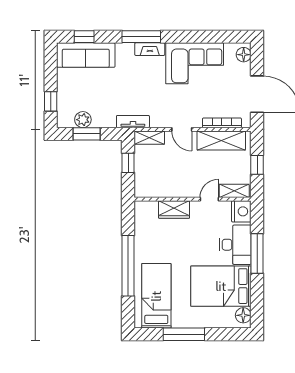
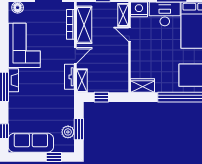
sofa: (86, 55) -> (31, 143), moved, turned -90
tv unit: (133, 122) -> (69, 77), moved
wardrobe: (174, 210) -> (142, 85), moved, turned -90

